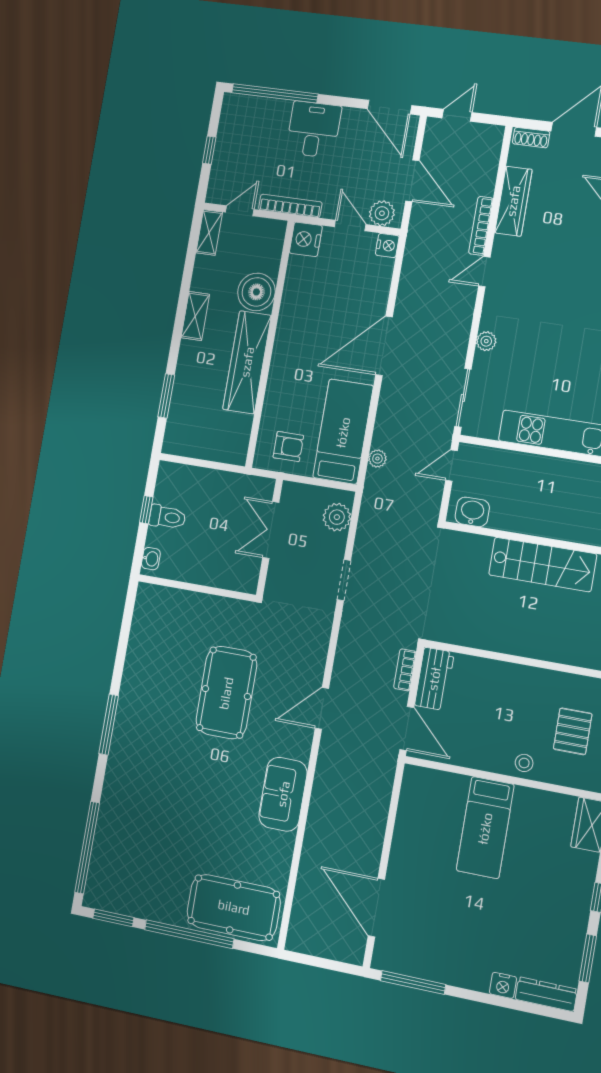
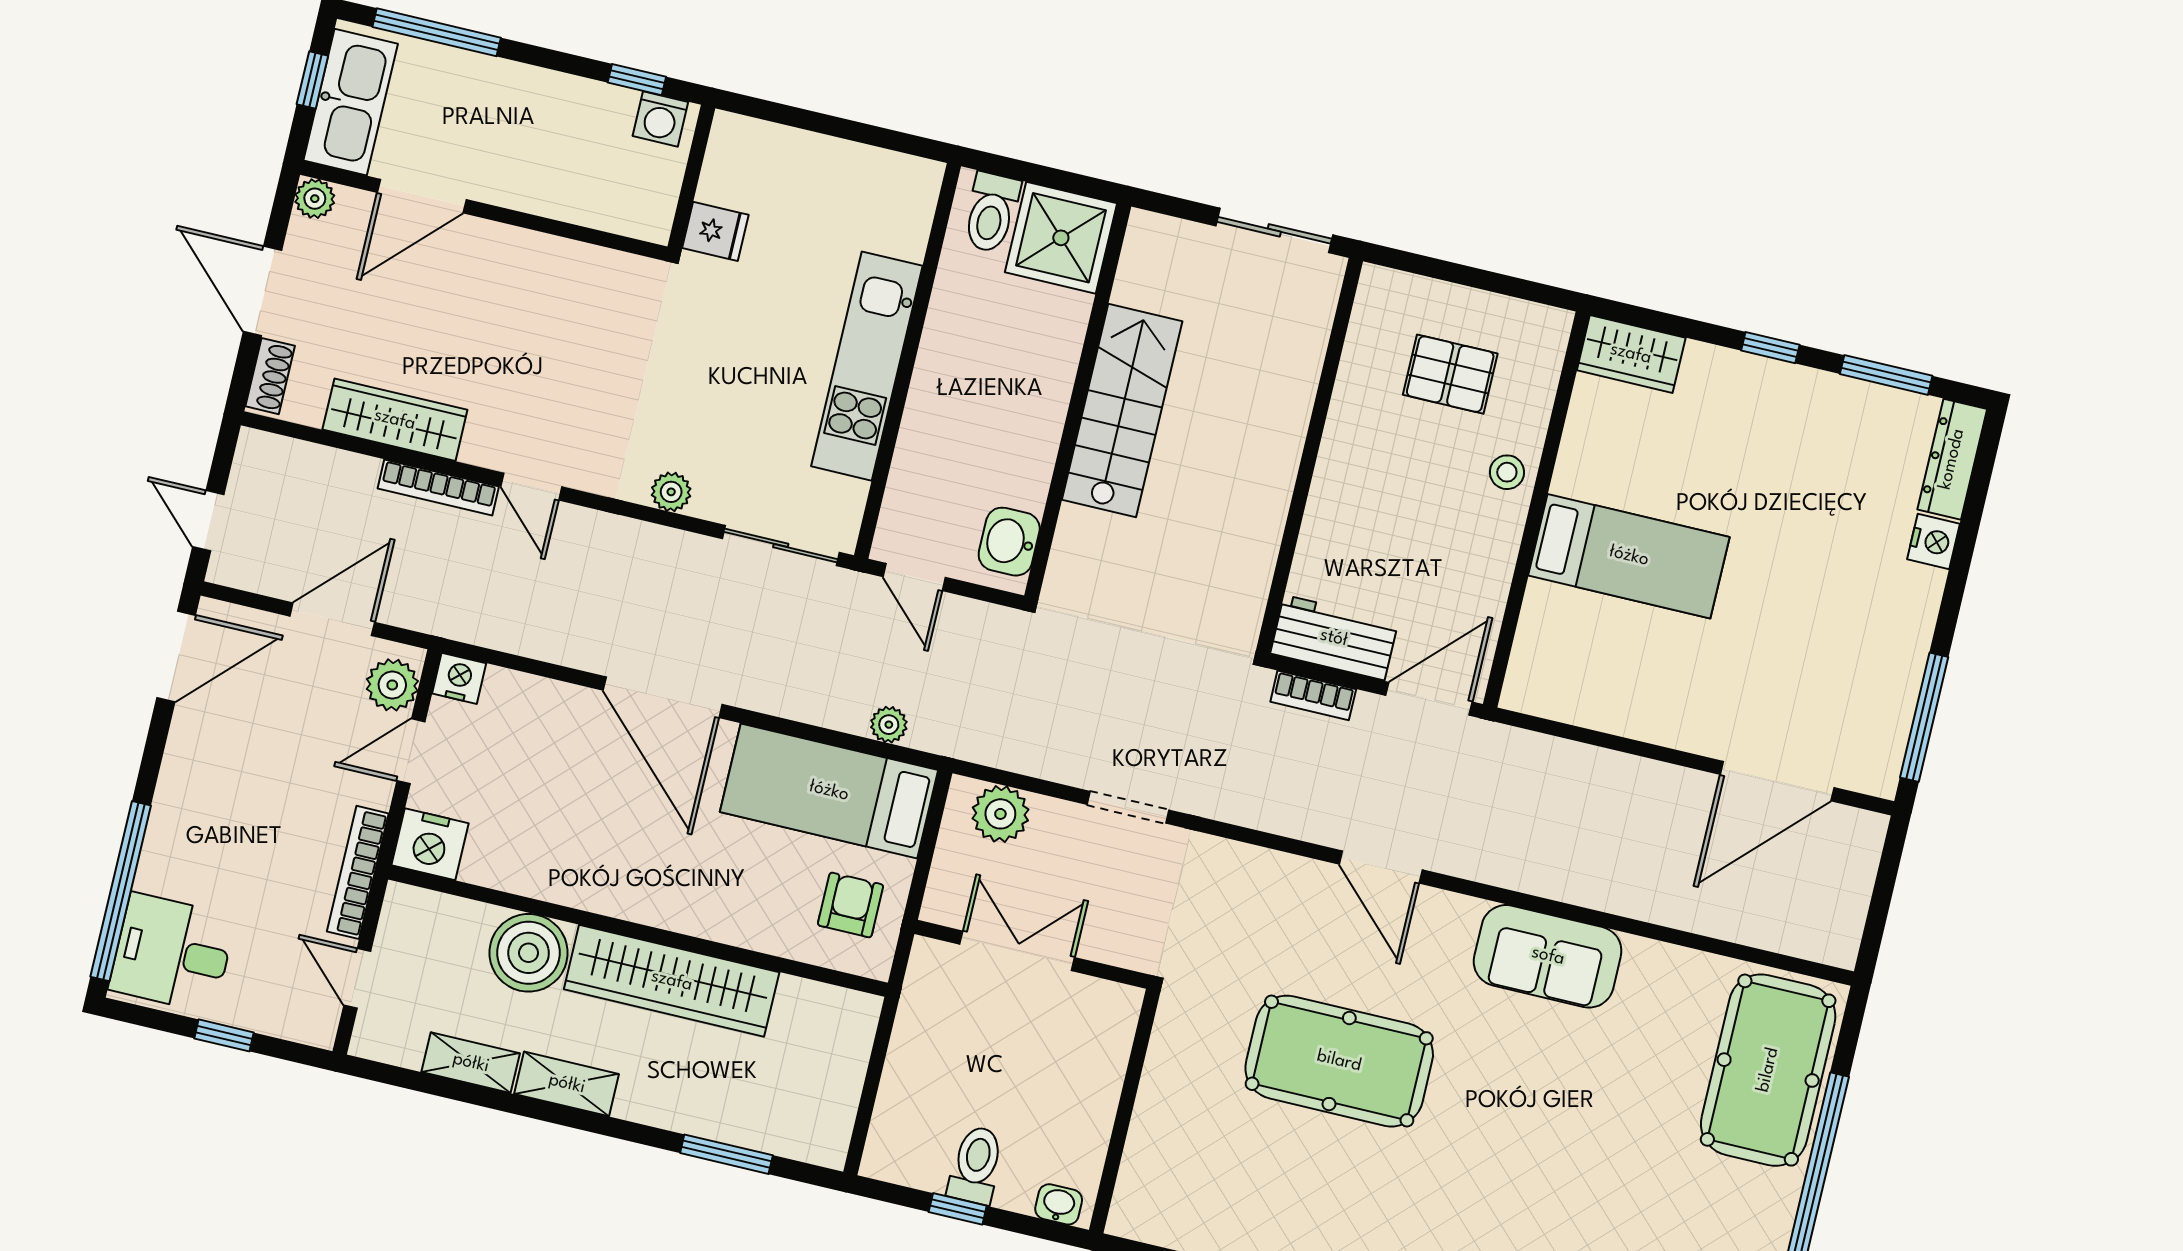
desk: (314, 130) -> (172, 953), moved
shelving: (209, 232) -> (471, 1063), moved
double door: (271, 530) -> (1017, 951), swing flipped

